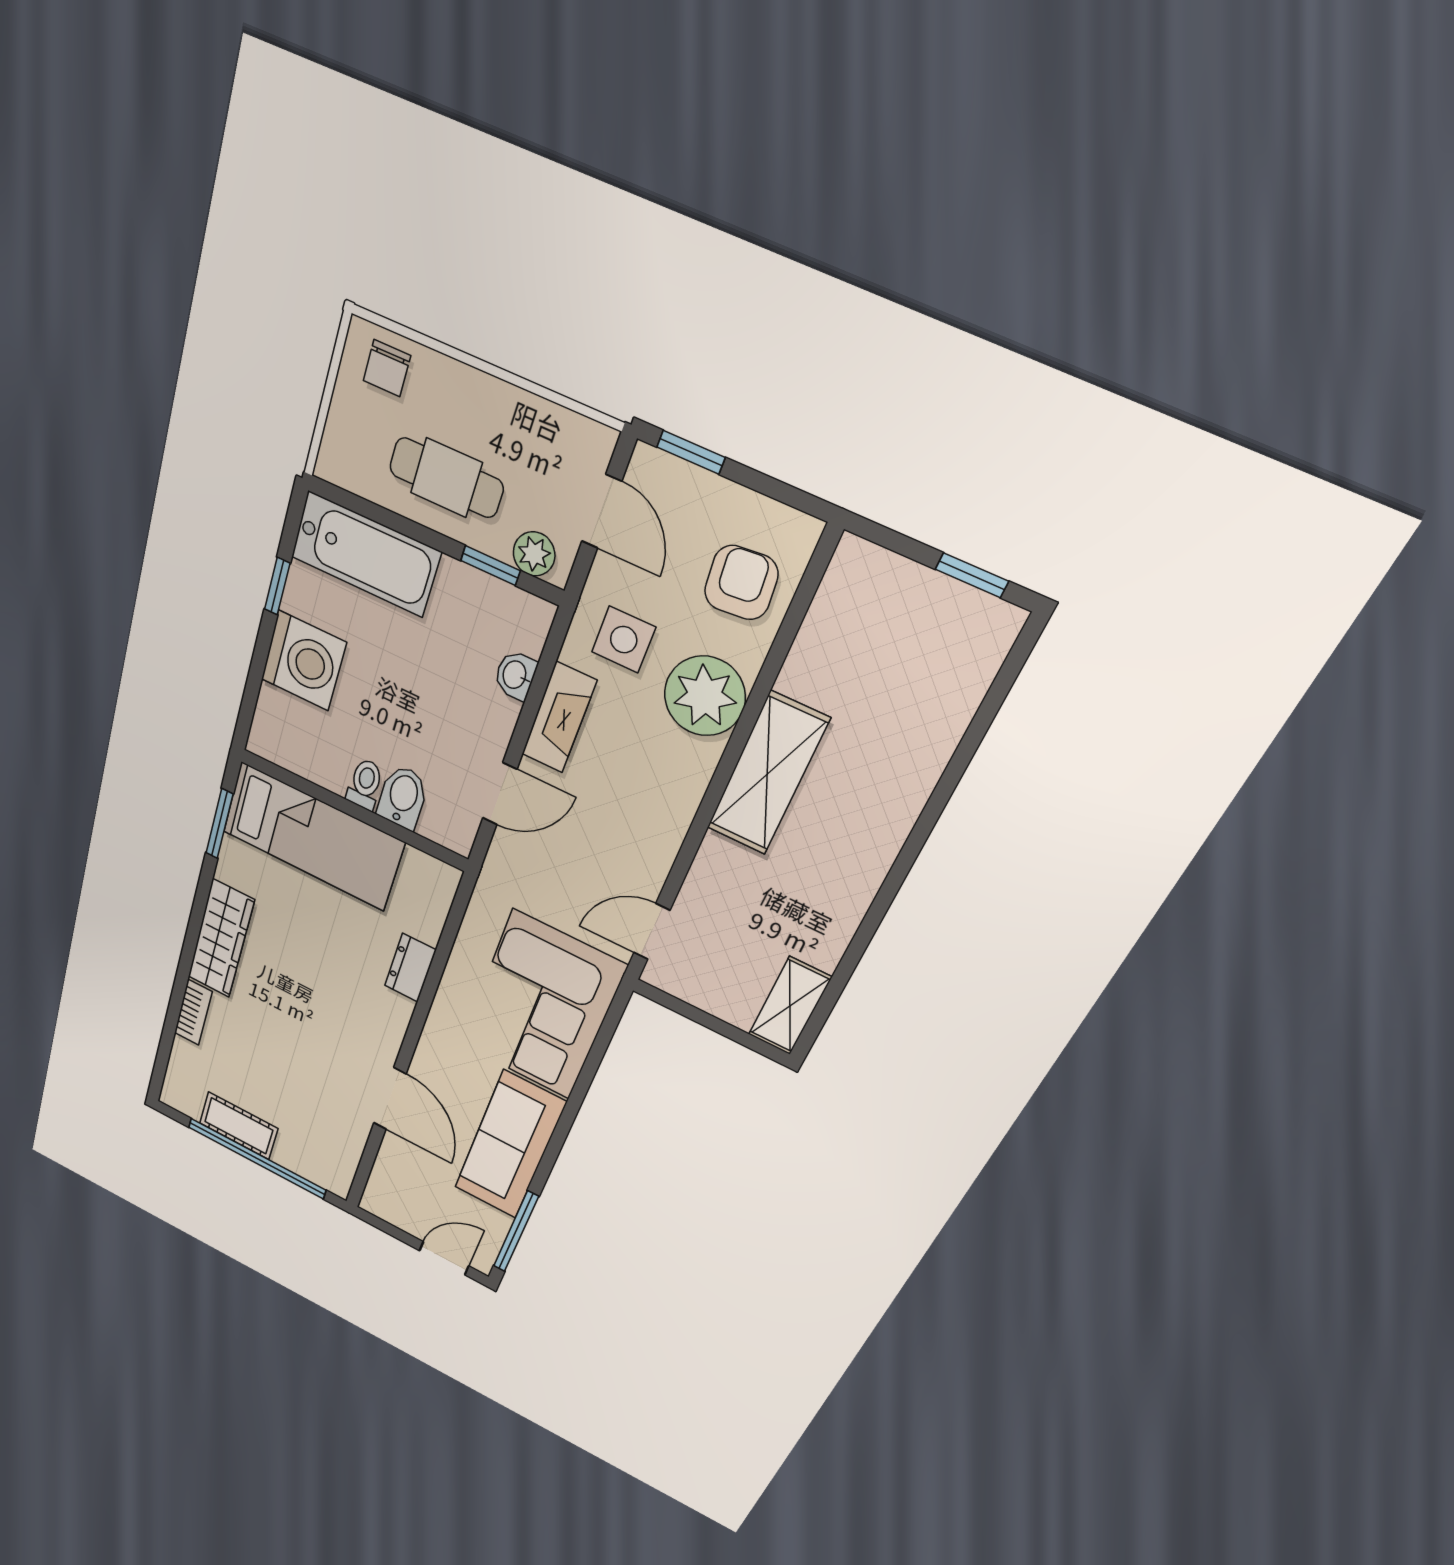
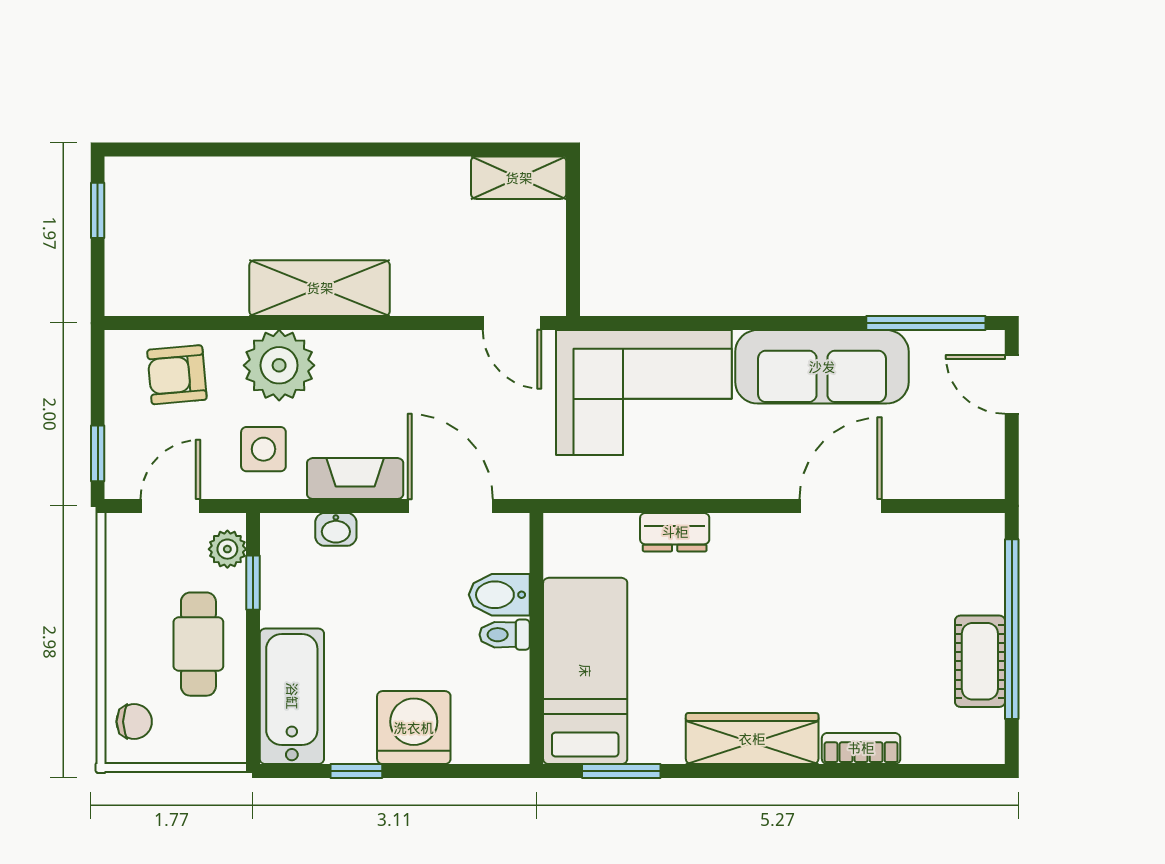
door: (500, 794) -> (450, 506), width x1.37

